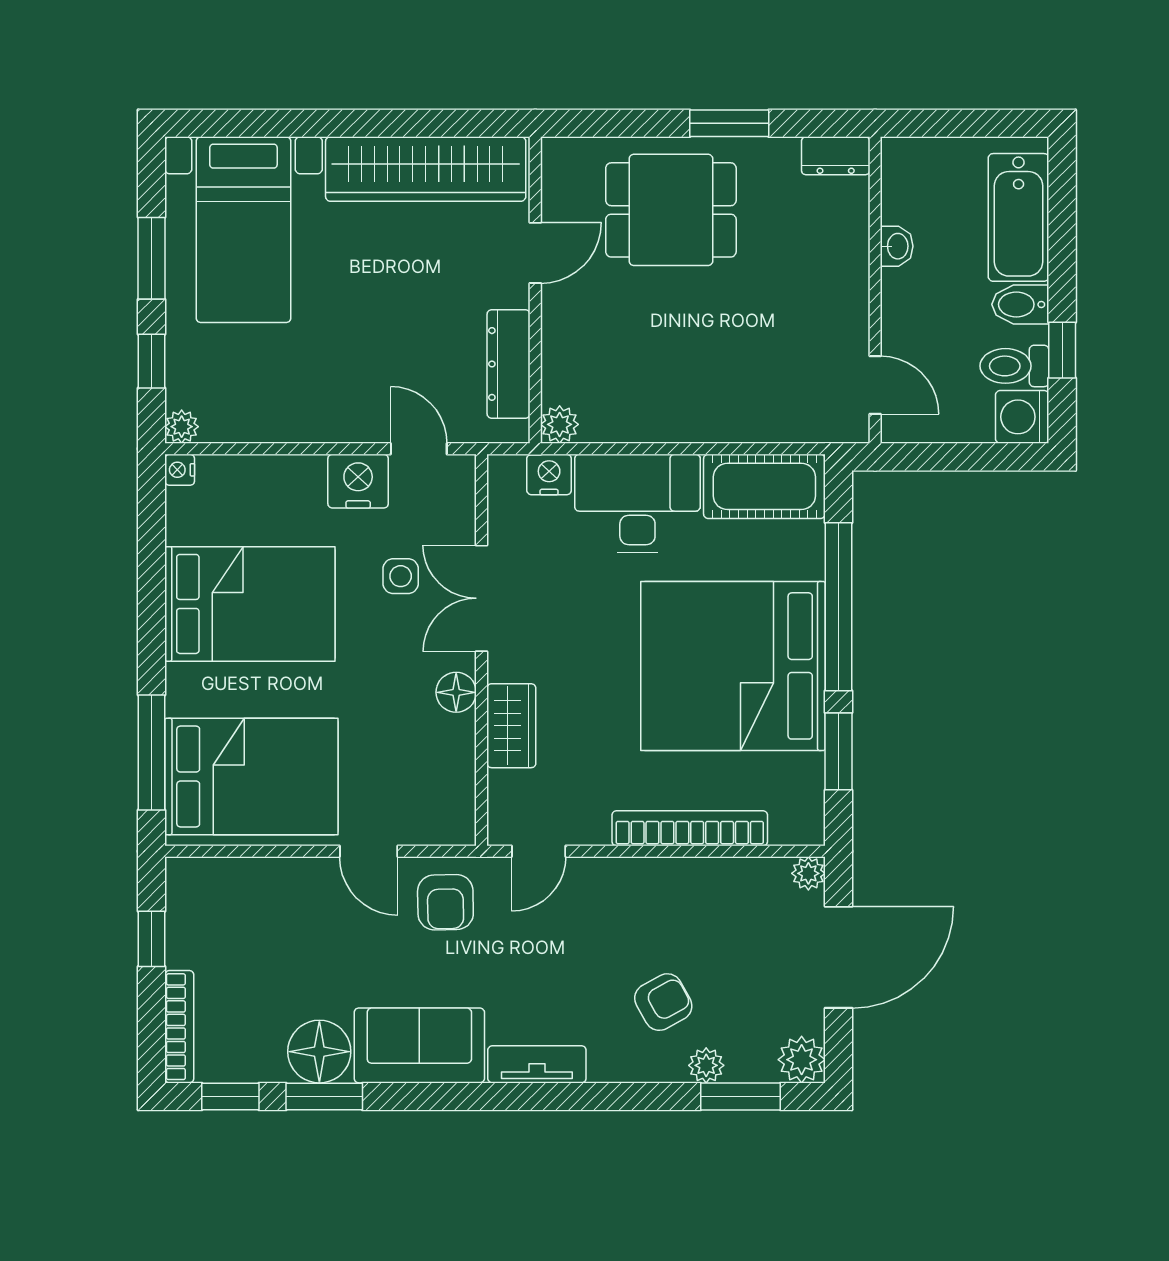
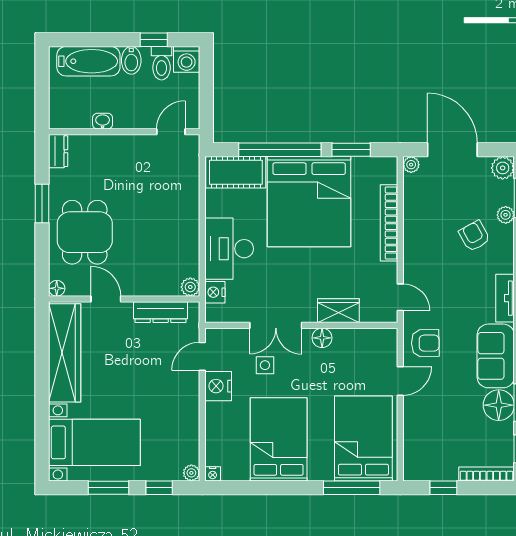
floor lamp: (557, 153) -> (57, 288), added
cot: (764, 486) -> (236, 172), moved, turned 90

